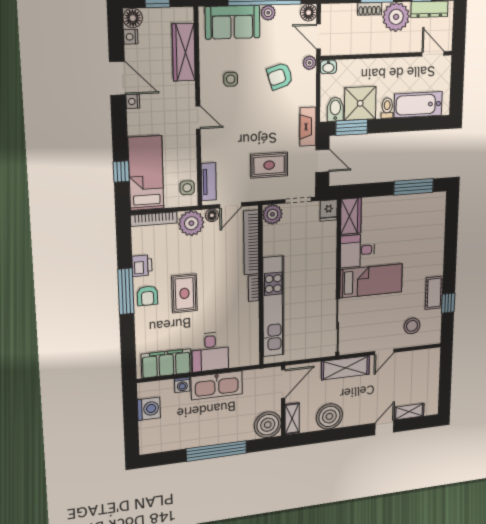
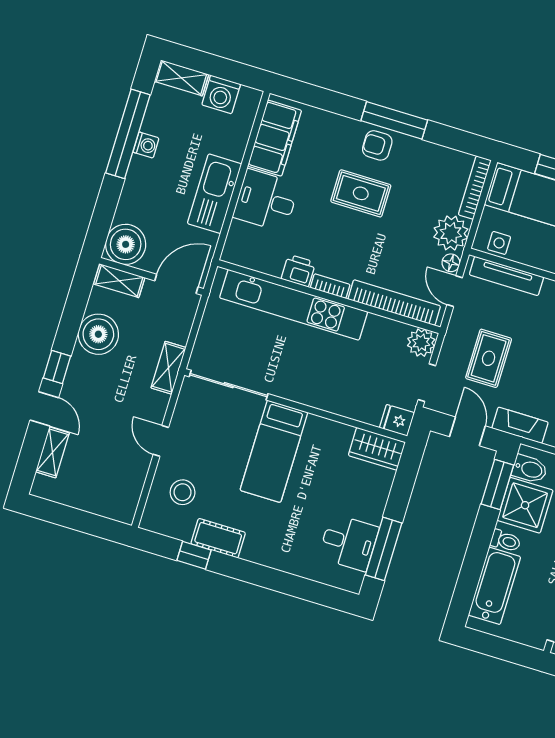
door: (322, 161) -> (467, 431), swing flipped
tv unit: (209, 182) -> (506, 276), width x1.41
desk: (357, 251) -> (349, 543), moved, turned 90
printer: (142, 266) -> (298, 271), moved, turned 180
shelving: (345, 368) -> (168, 368), width x0.67, depth x0.75
door: (283, 384) -> (176, 284), swing flipped
washing machine: (182, 385) -> (146, 145), moved, turned 180
window: (357, 431) -> (57, 367), added
shelving: (147, 438) -> (181, 78), added
window: (216, 451) -> (128, 134), moved

